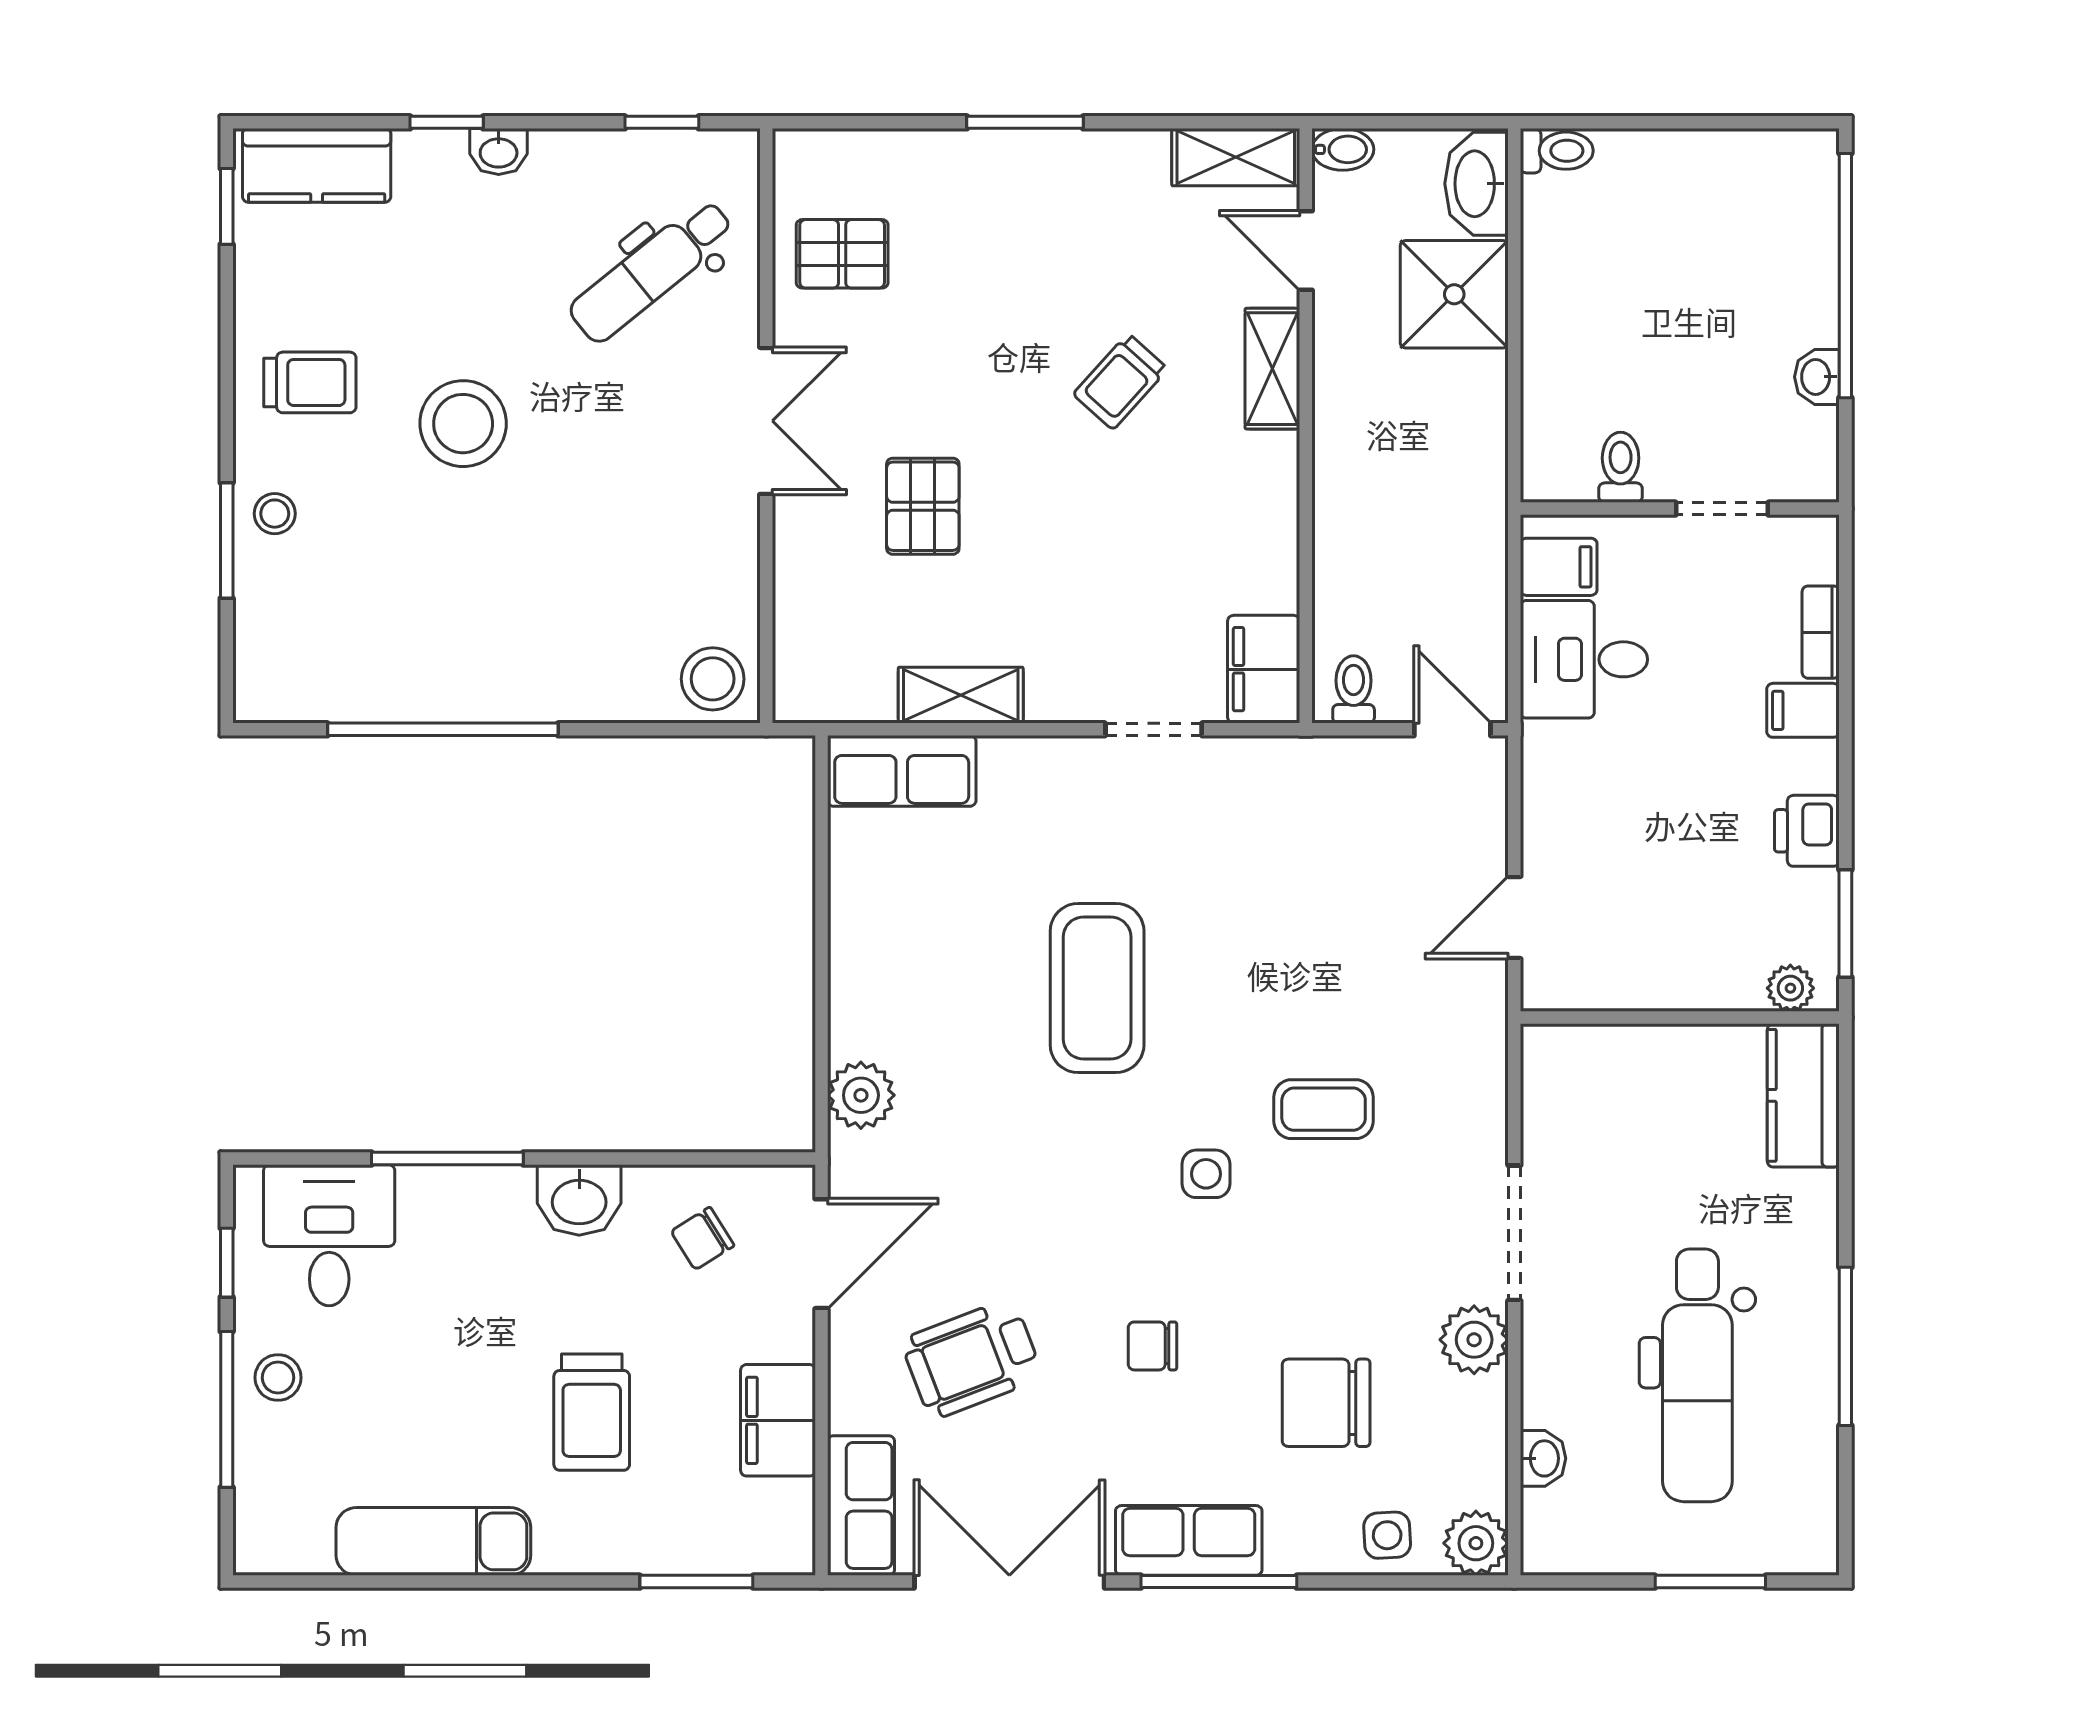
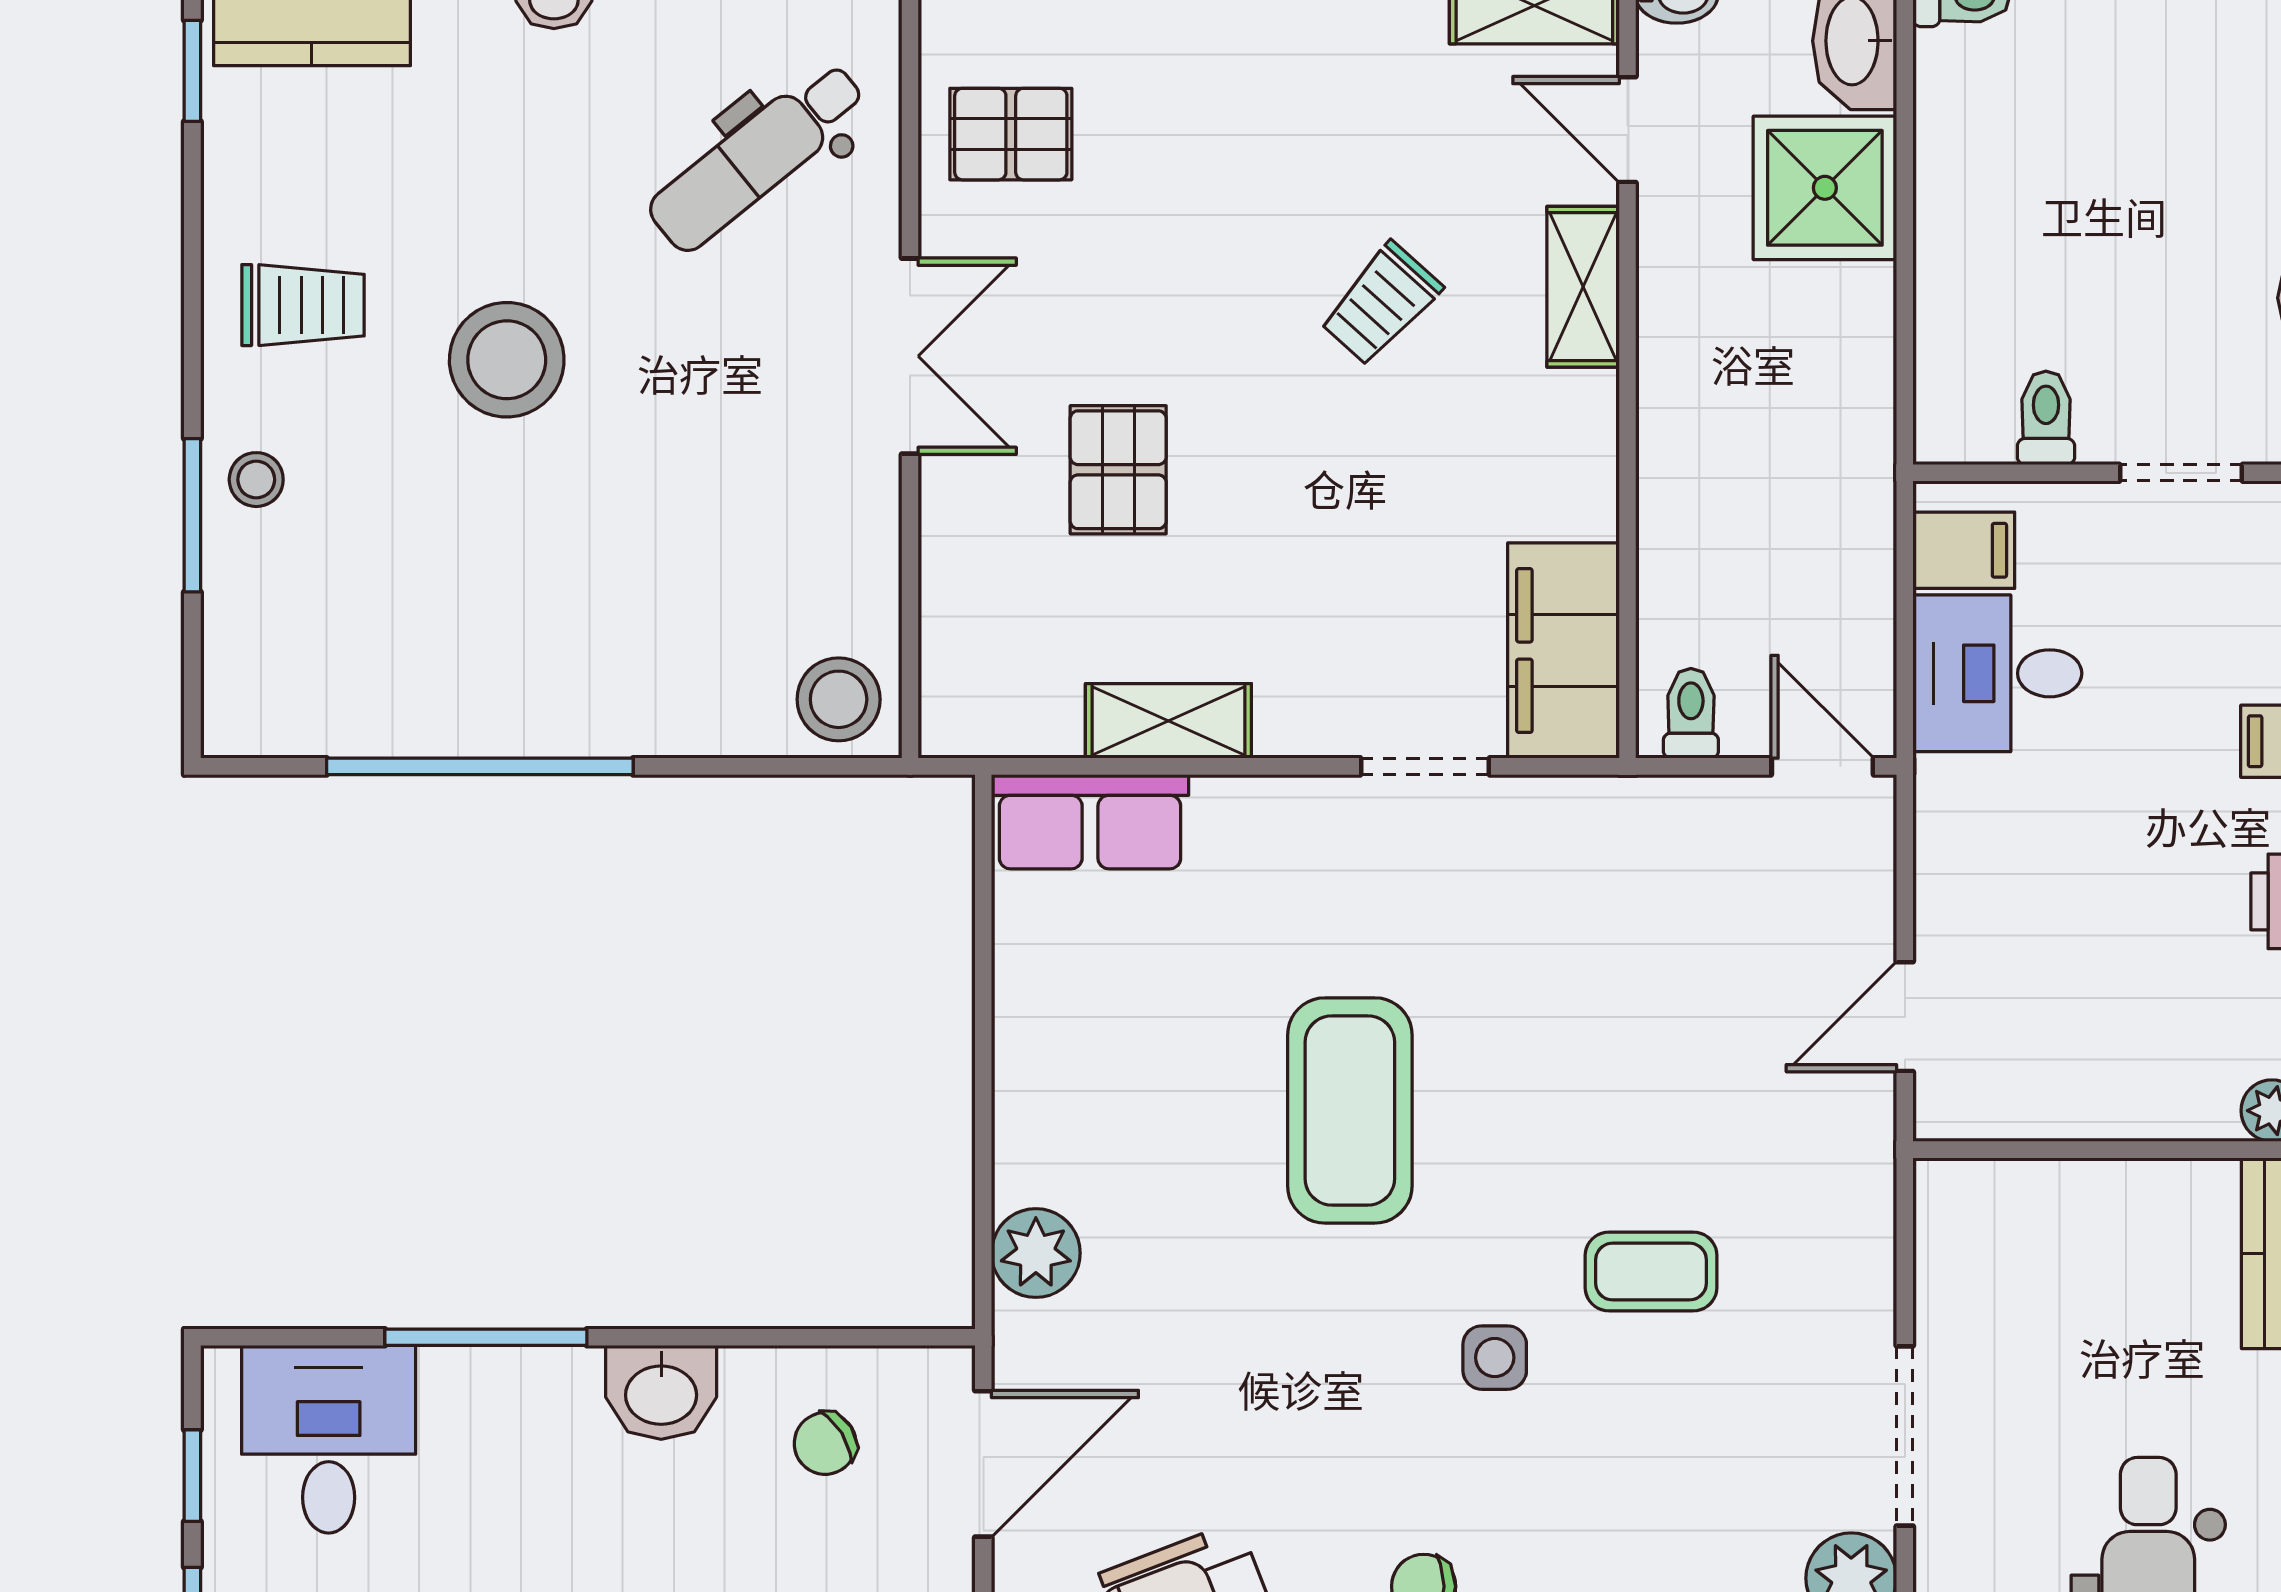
filing cabinet: (1264, 669) -> (1563, 651), width x1.50, depth x1.17

